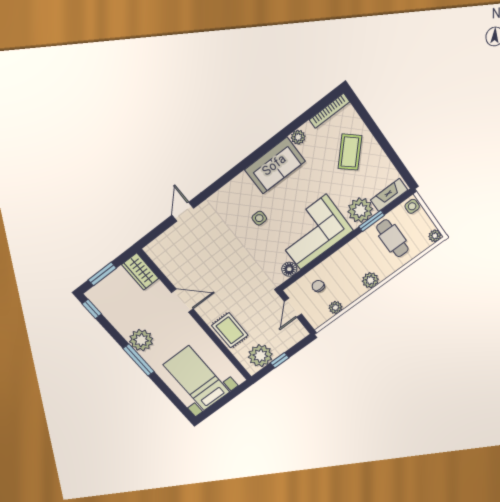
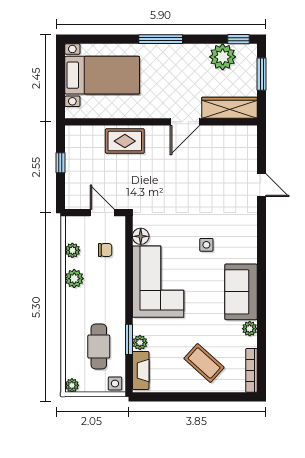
plant: (360, 210) -> (140, 343), width x0.53, depth x0.53
cafe table: (392, 238) -> (99, 346), turned 90
wardrobe: (140, 271) -> (229, 108), width x1.50
plant: (370, 280) -> (74, 279), moved
plant: (141, 340) -> (223, 57), moved
plant: (260, 356) -> (79, 149), removed

